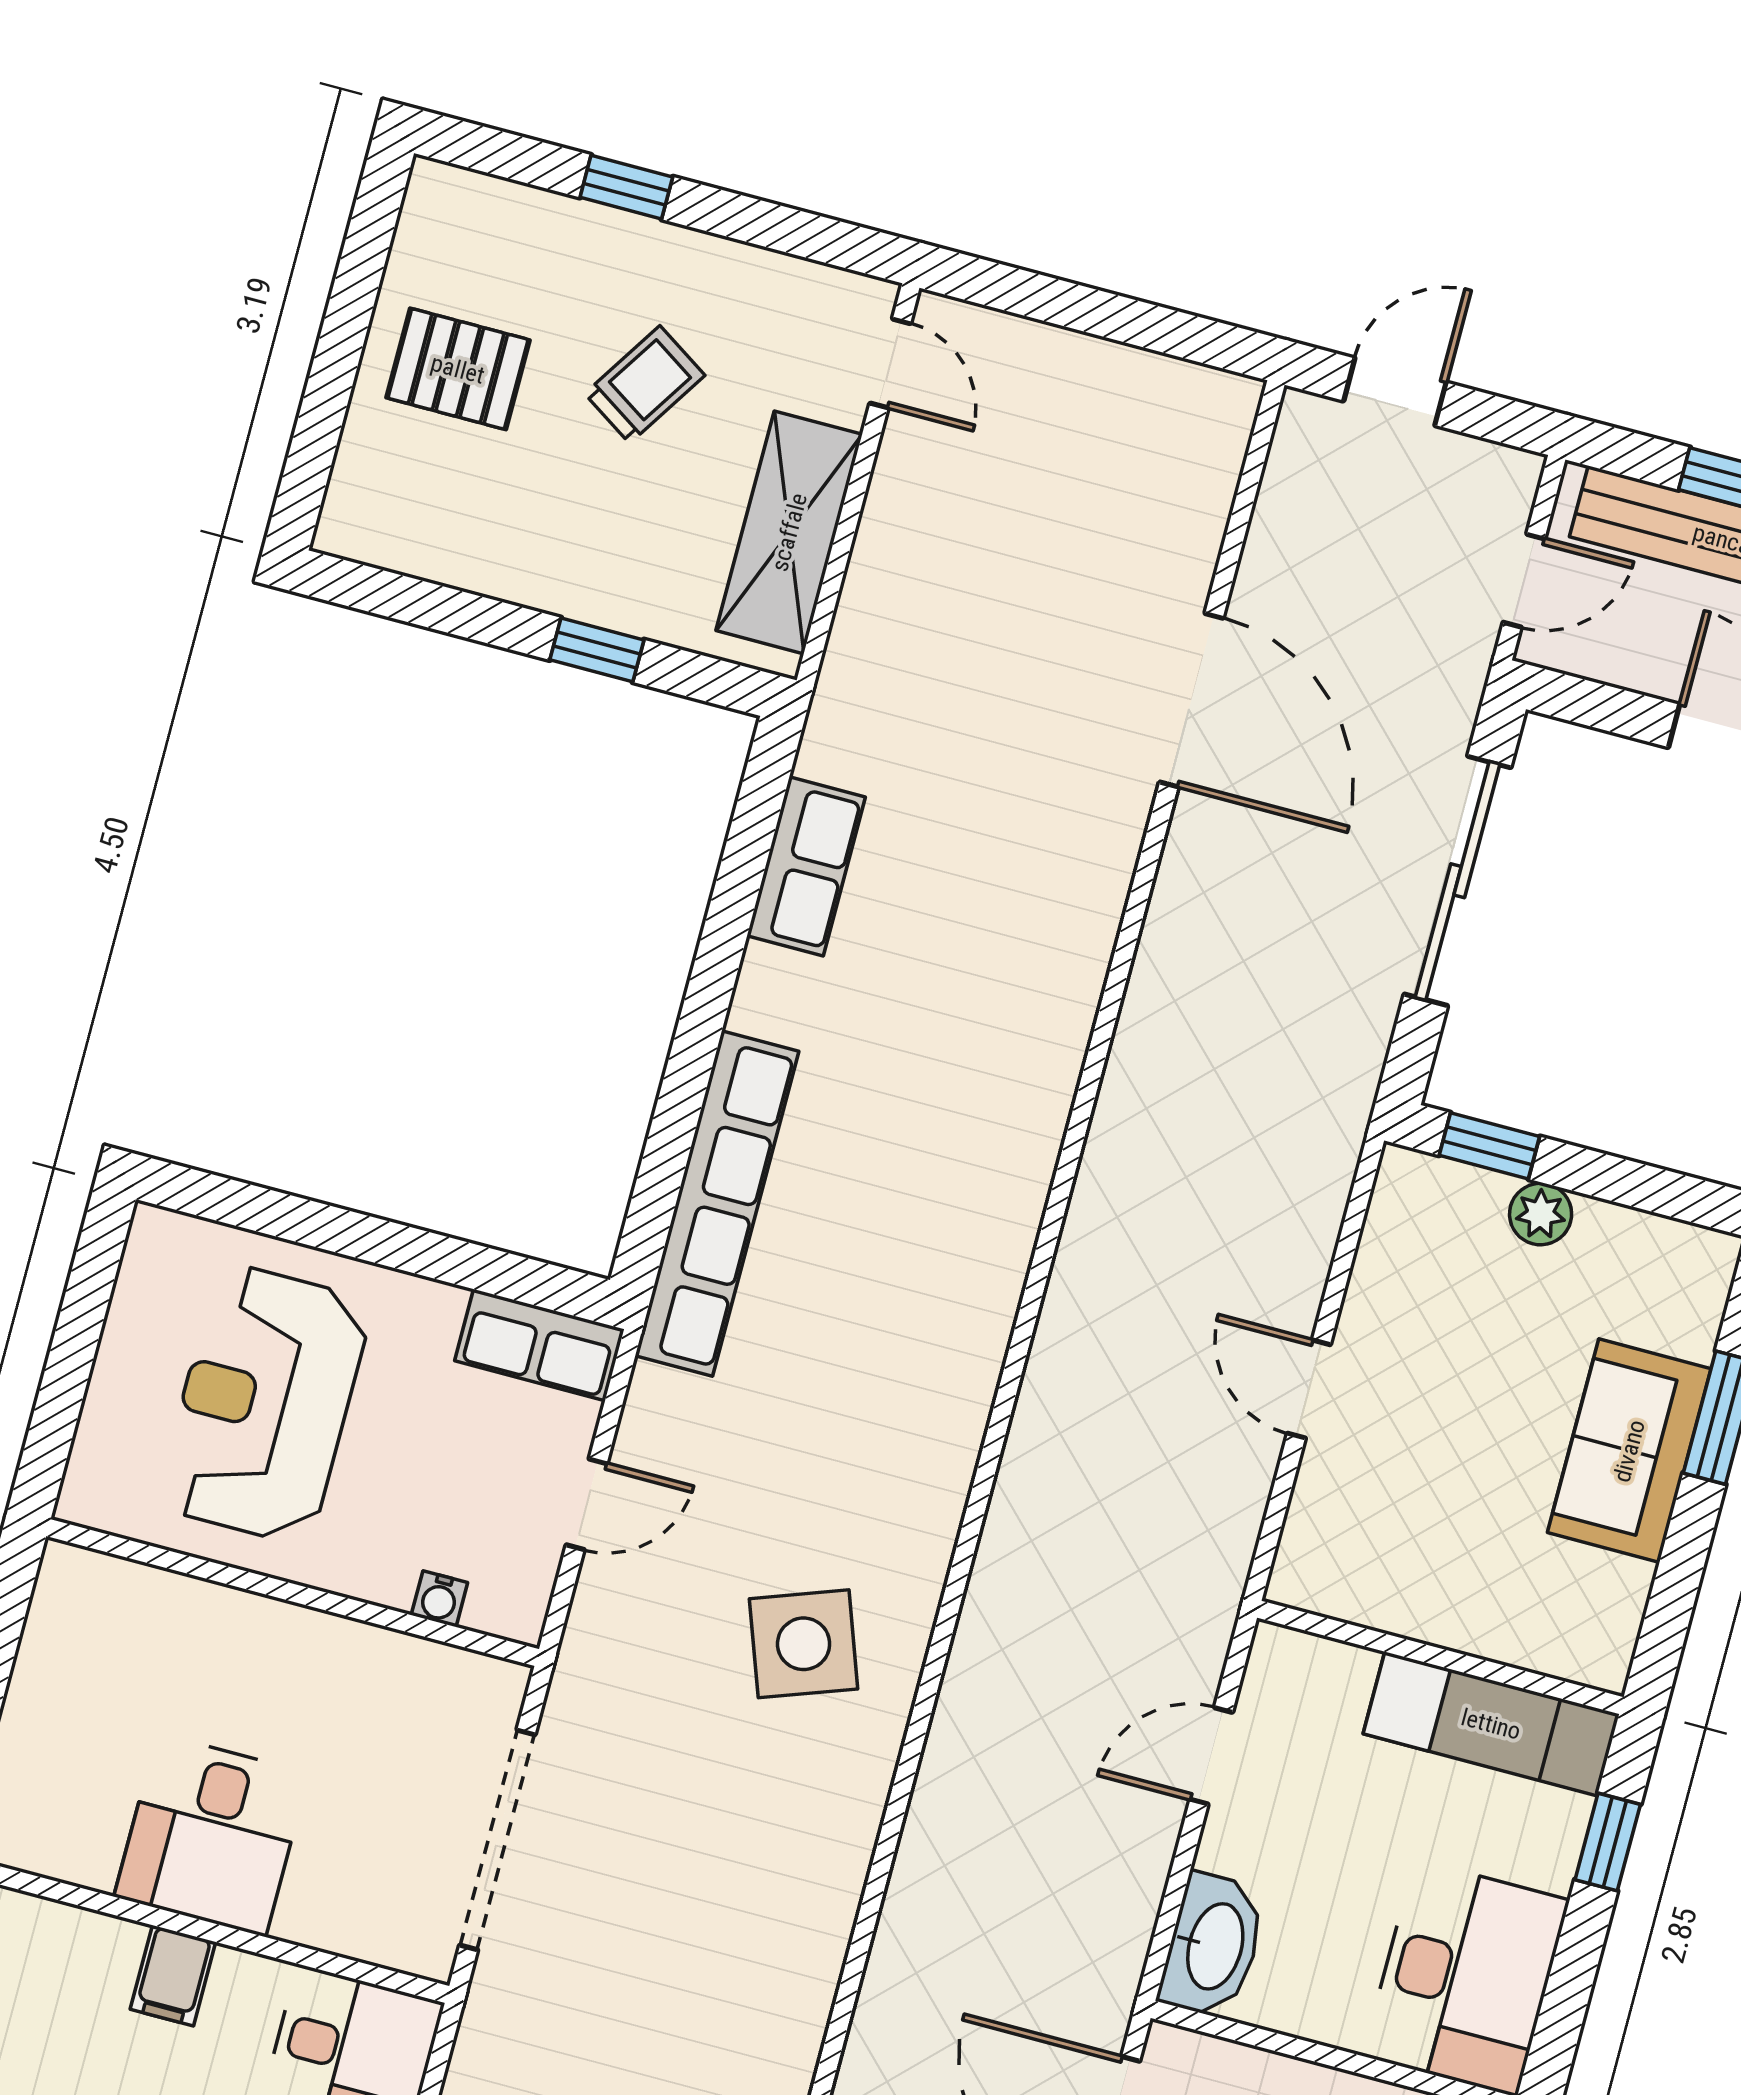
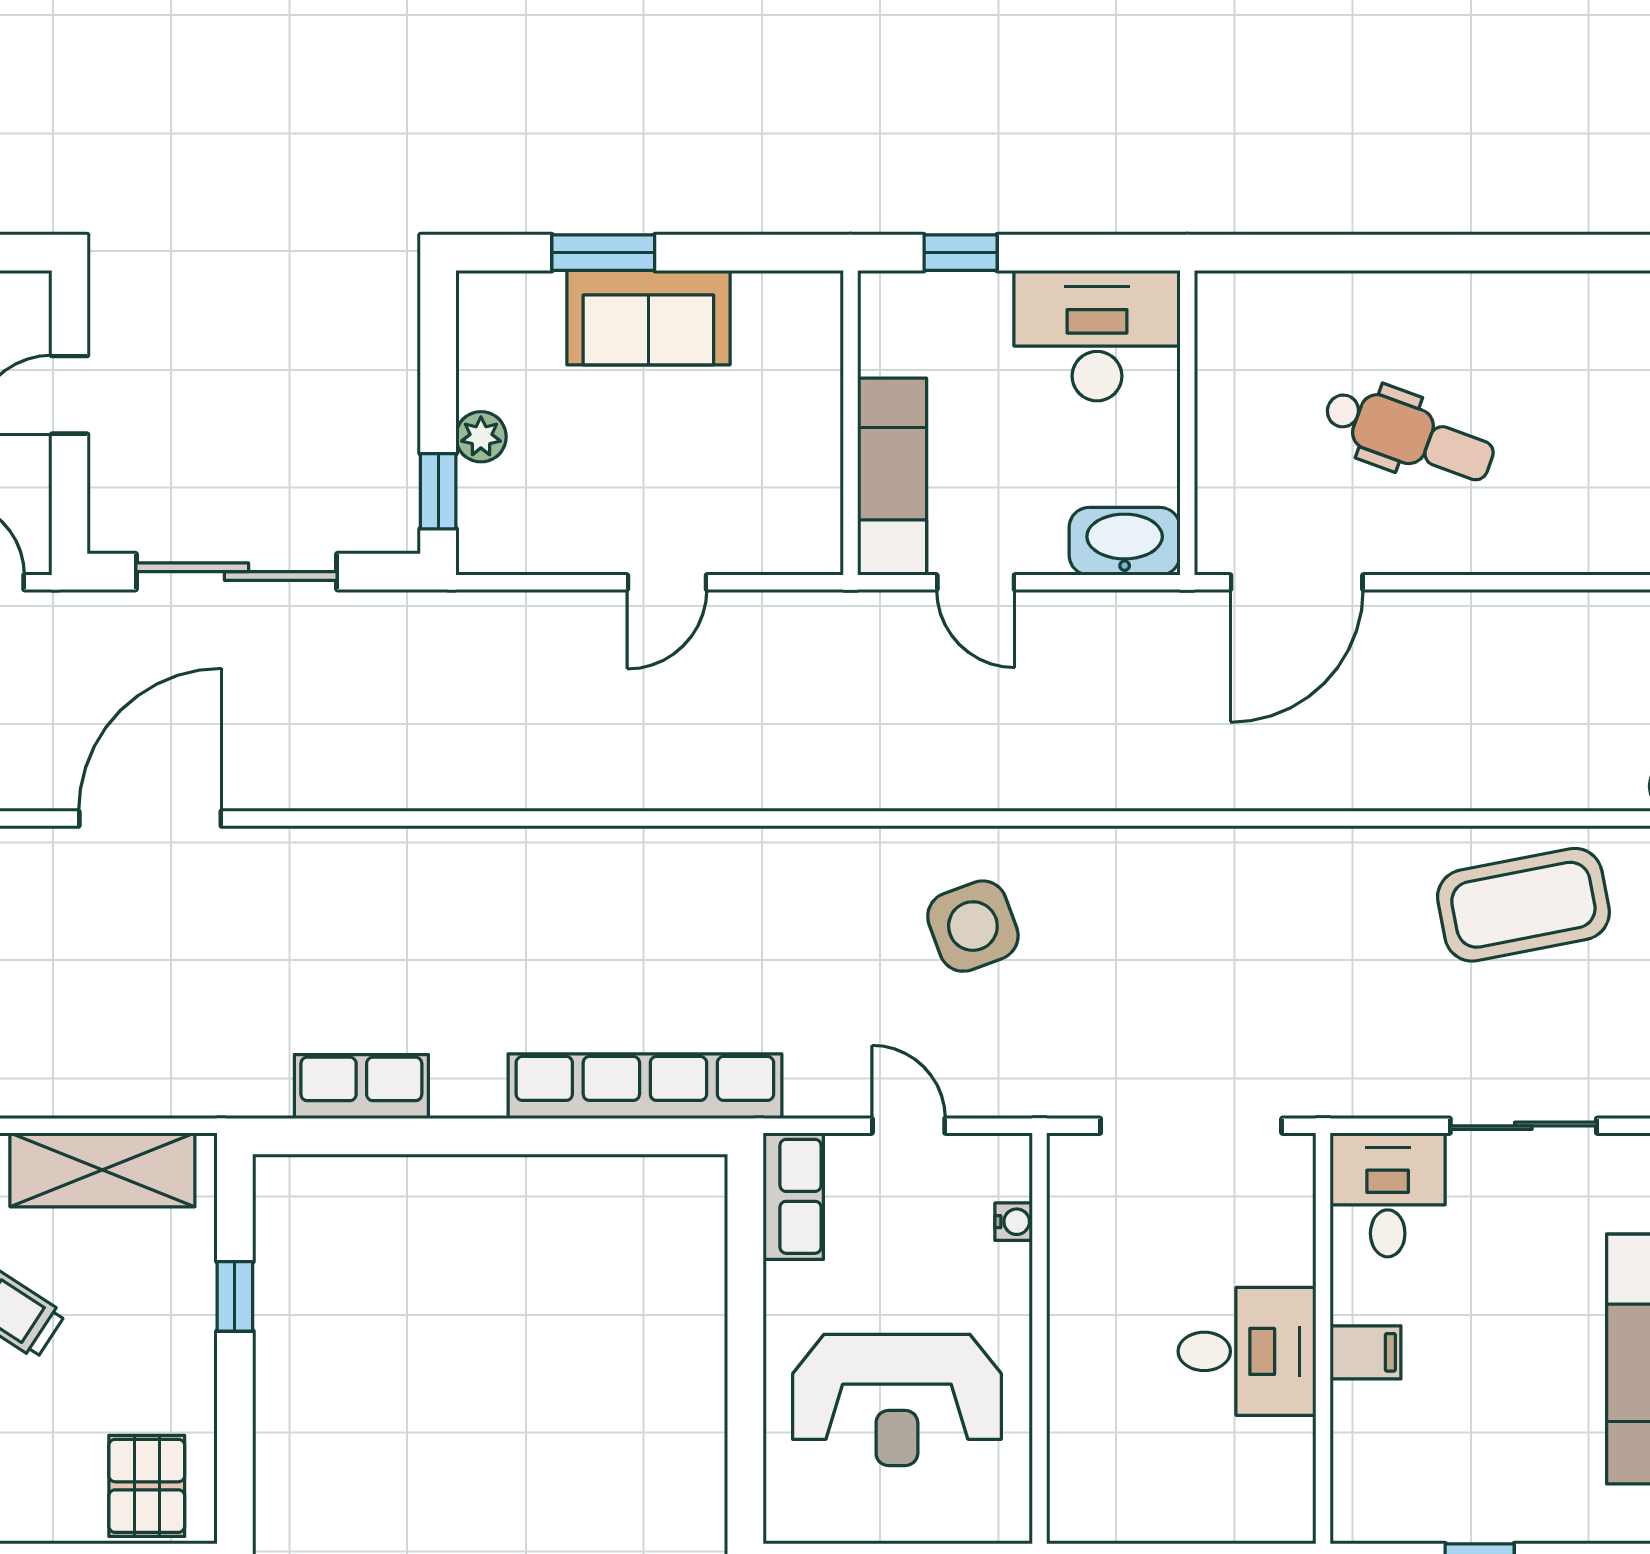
pallet: (458, 369) -> (147, 1486), moved
exam couch: (1491, 1724) -> (892, 477), moved

